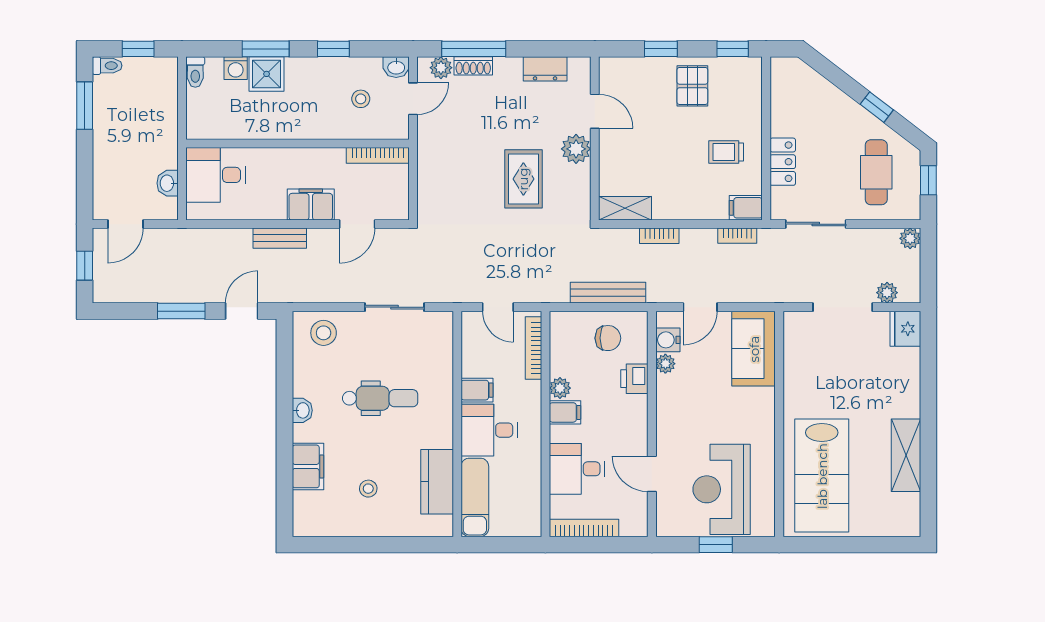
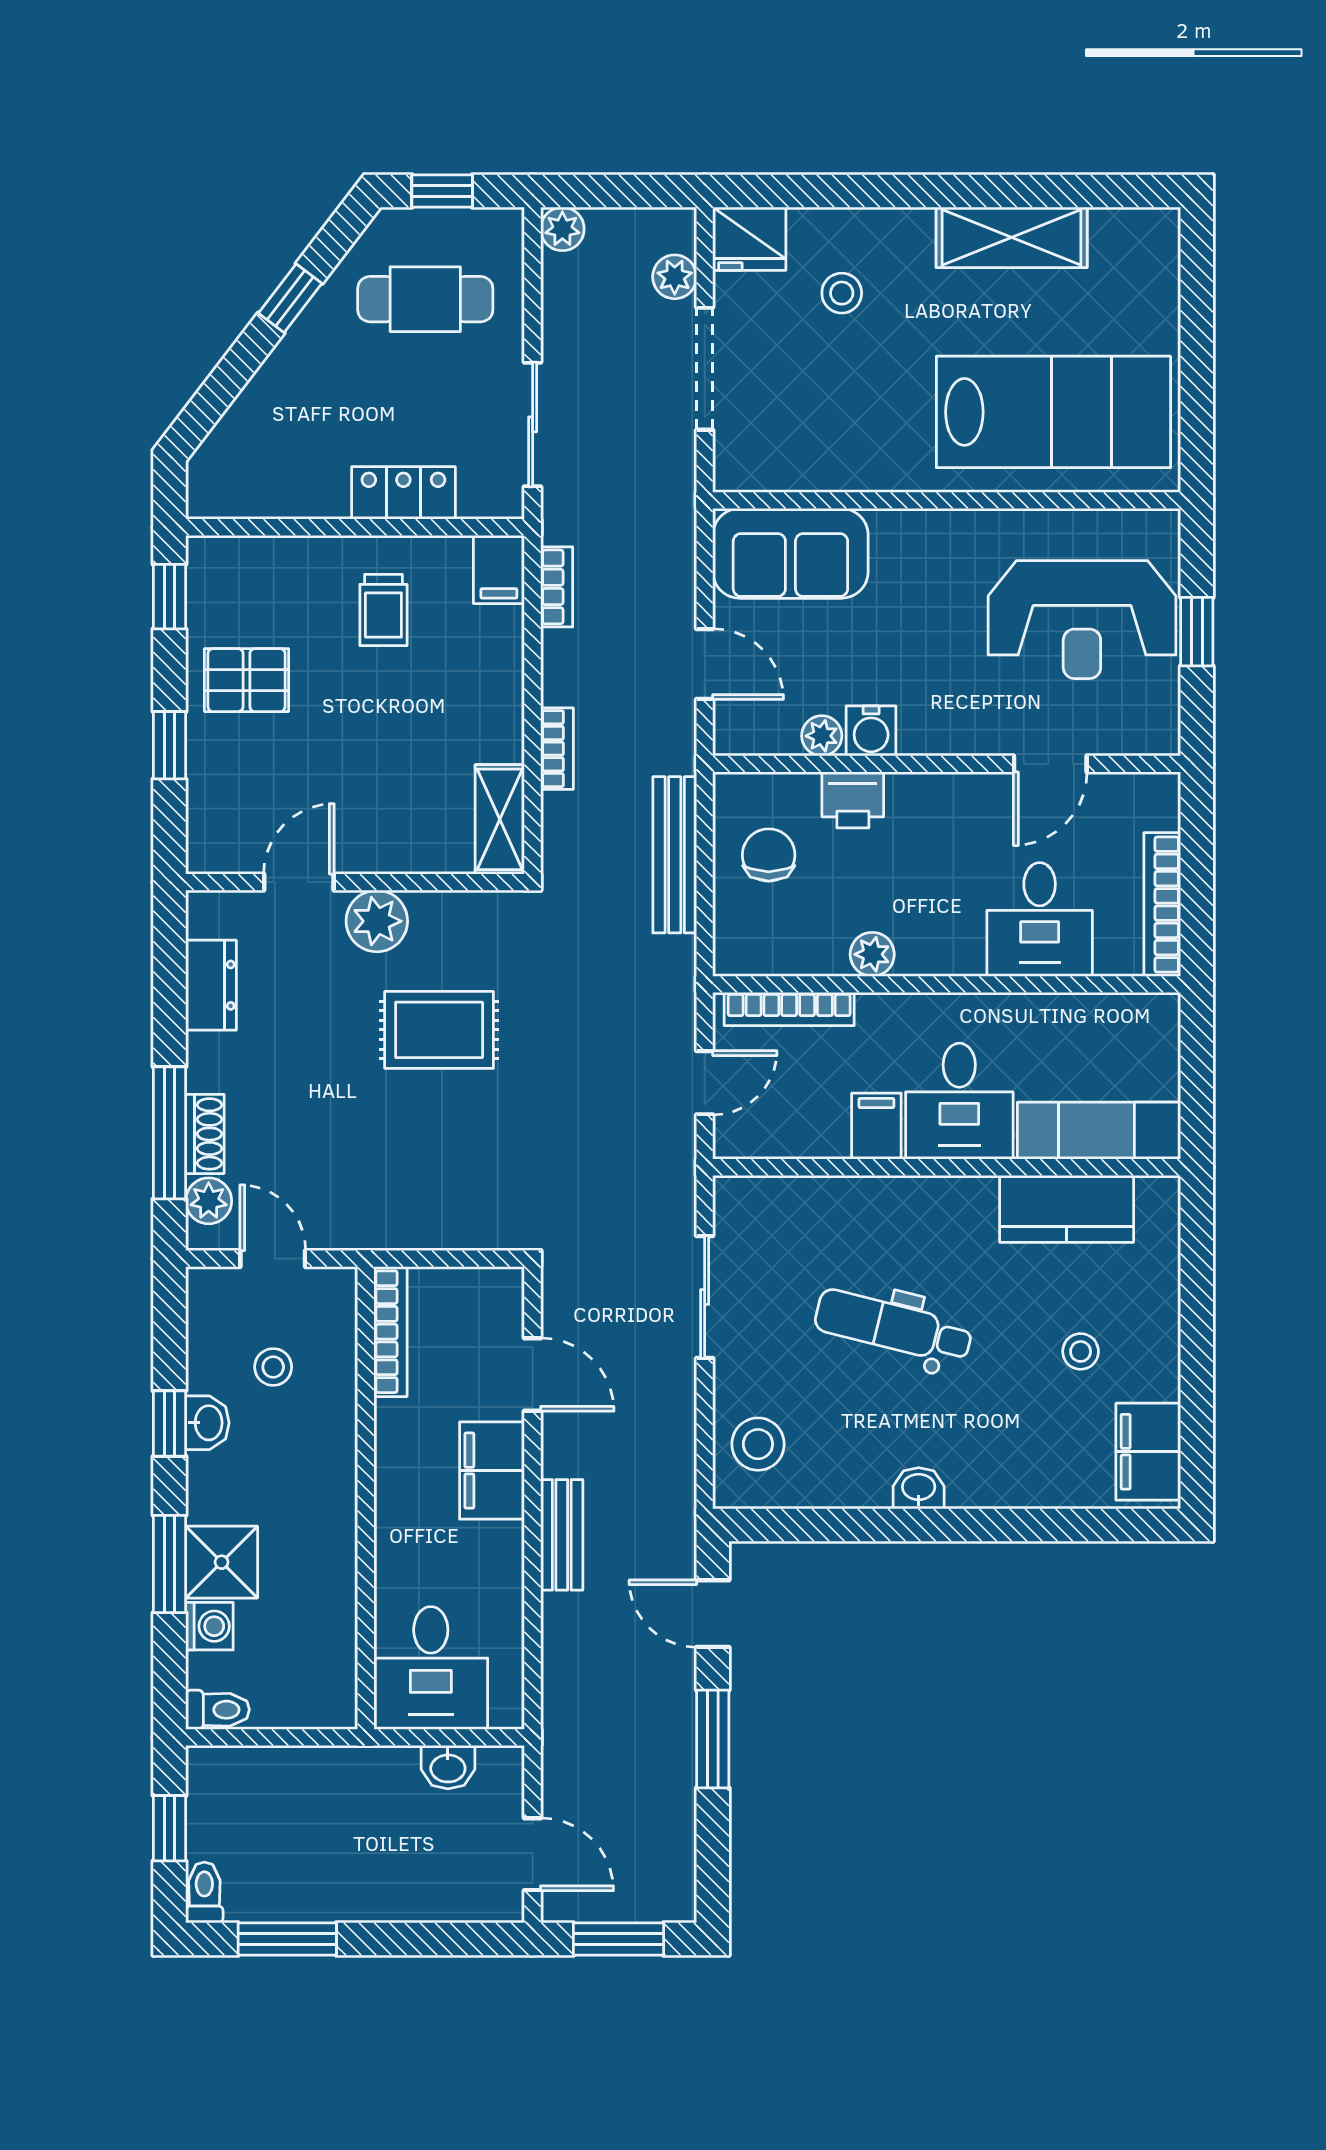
washbasin: (396, 67) -> (207, 1423), moved
window: (85, 266) -> (618, 1939), width x1.50
water cooler: (668, 340) -> (871, 731), moved
stool: (879, 373) -> (842, 293), added
dental chair: (380, 398) -> (893, 1327), turned -76
filing cabinet: (565, 412) -> (923, 944), removed
filing cabinet: (308, 466) -> (1148, 1452), moved, turned -90

